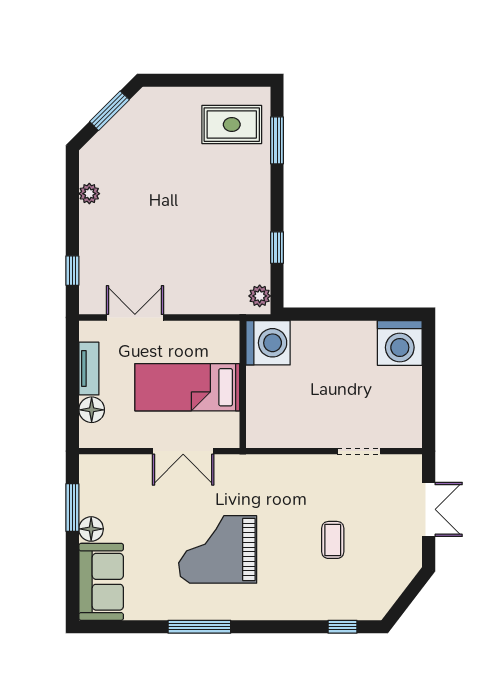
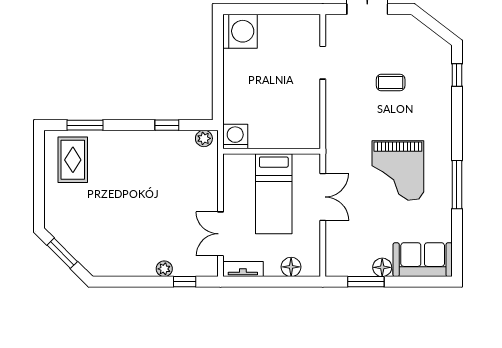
plant: (89, 194) -> (164, 269), moved
washing machine: (268, 343) -> (235, 137), width x0.73, depth x0.73
tv unit: (89, 369) -> (243, 269), moved

